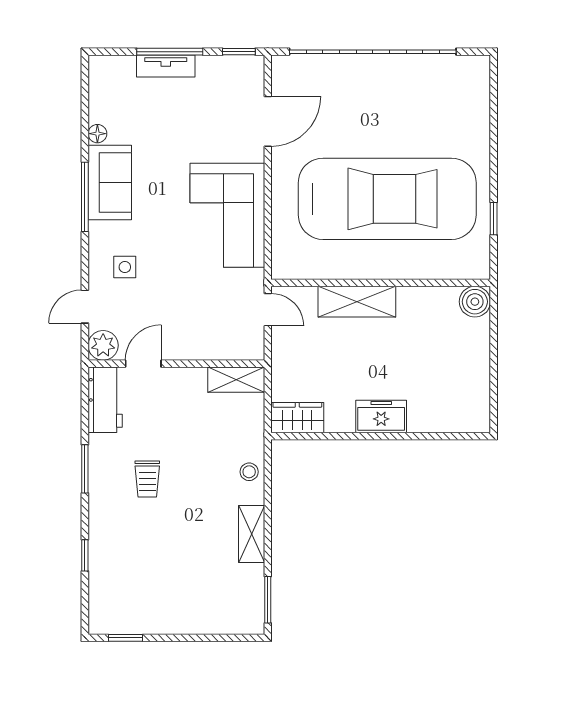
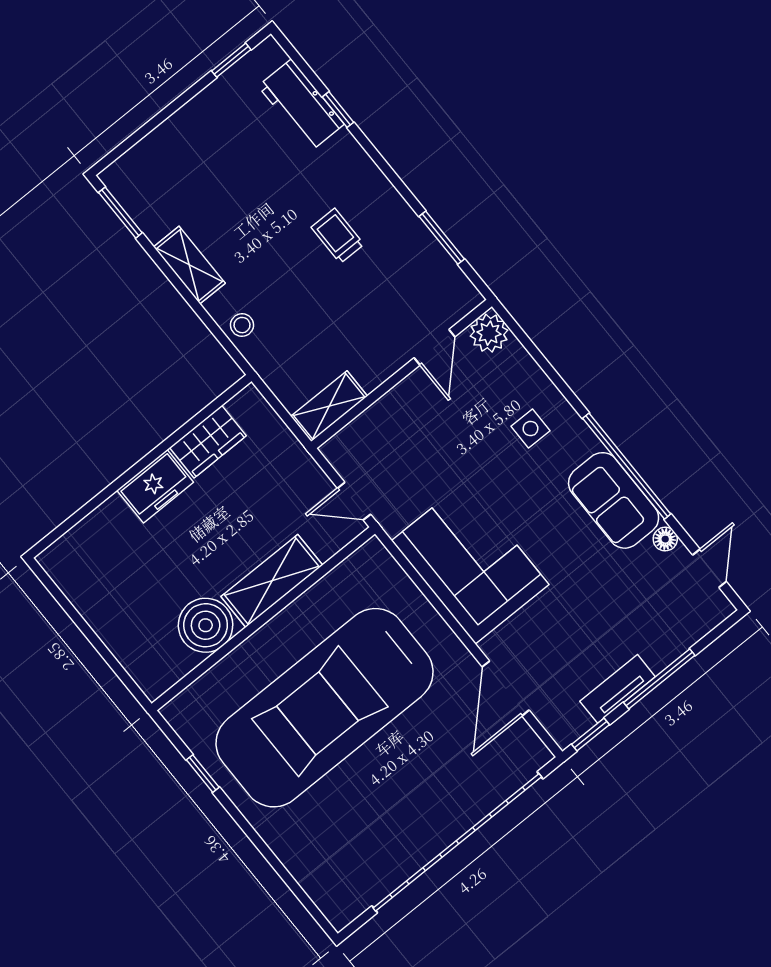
tv unit: (166, 66) -> (618, 689), moved
window: (85, 197) -> (627, 466), width x1.46
boiler: (475, 302) -> (206, 625), moved, width x1.37, depth x1.37
door: (85, 307) -> (710, 568), moved
workbench: (105, 400) -> (301, 105), moved
wardrobe: (297, 418) -> (208, 442), moved
window: (85, 469) -> (442, 238), moved

